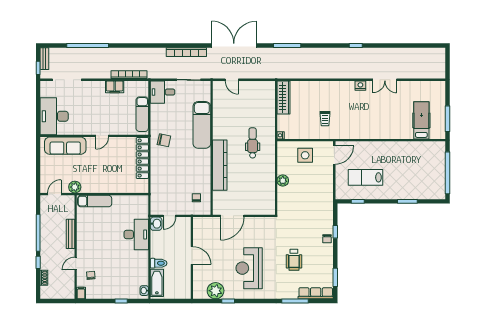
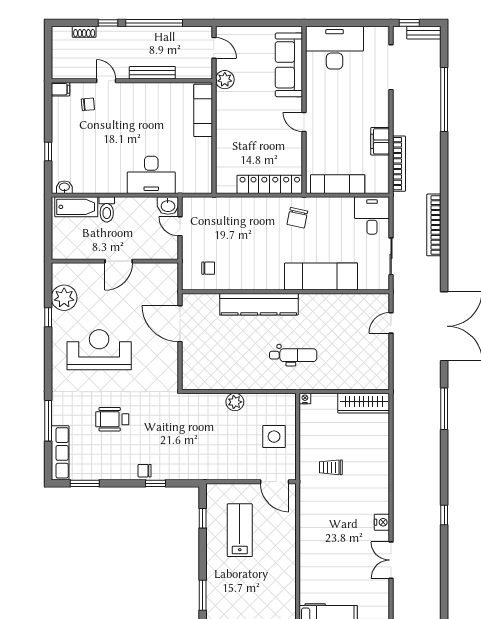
bookcase: (186, 52) -> (434, 225), moved

